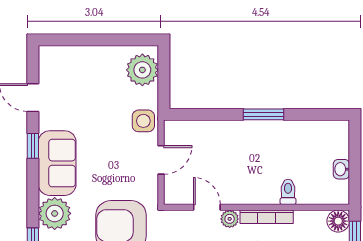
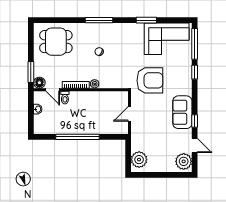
window: (263, 114) -> (77, 137), width x2.11
side table: (143, 121) -> (139, 134), removed
door: (207, 207) -> (53, 90), moved
plant: (55, 213) -> (184, 161), moved

